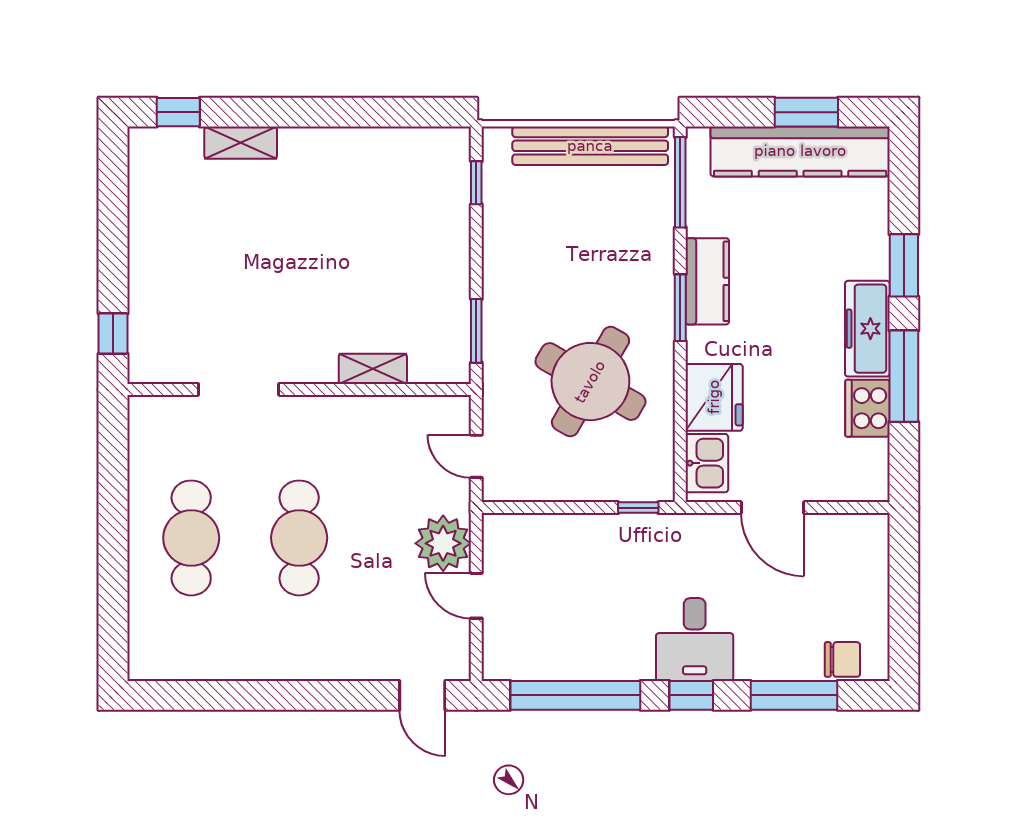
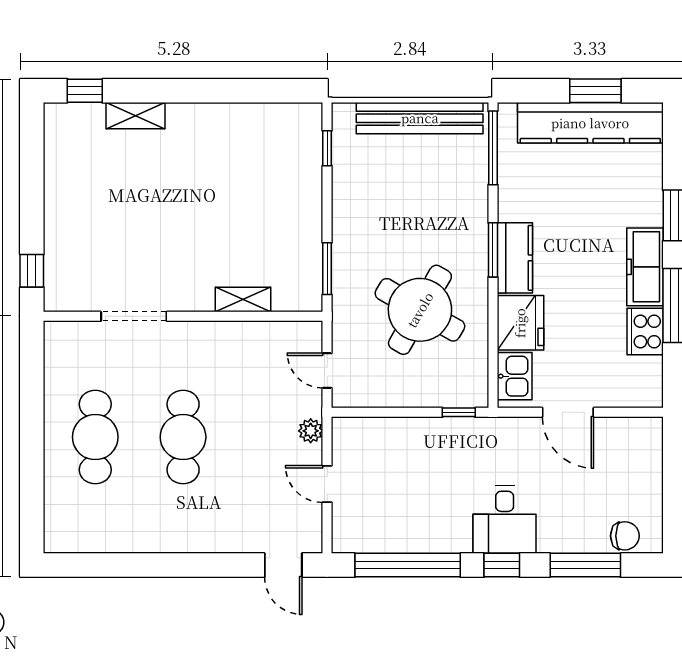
kitchen counter: (707, 281) -> (515, 258), moved
plant: (443, 543) -> (311, 431), width x0.53, depth x0.53

